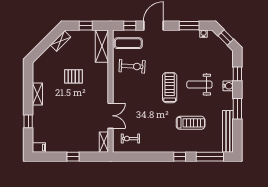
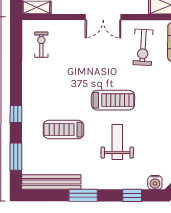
water cooler: (228, 86) -> (155, 182), moved
double door: (111, 116) -> (103, 17), moved
treadmill: (191, 123) -> (63, 130), turned 90
window: (210, 157) -> (16, 157), width x0.69

